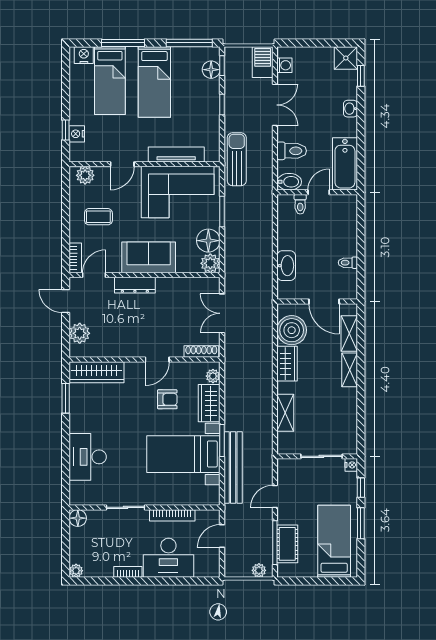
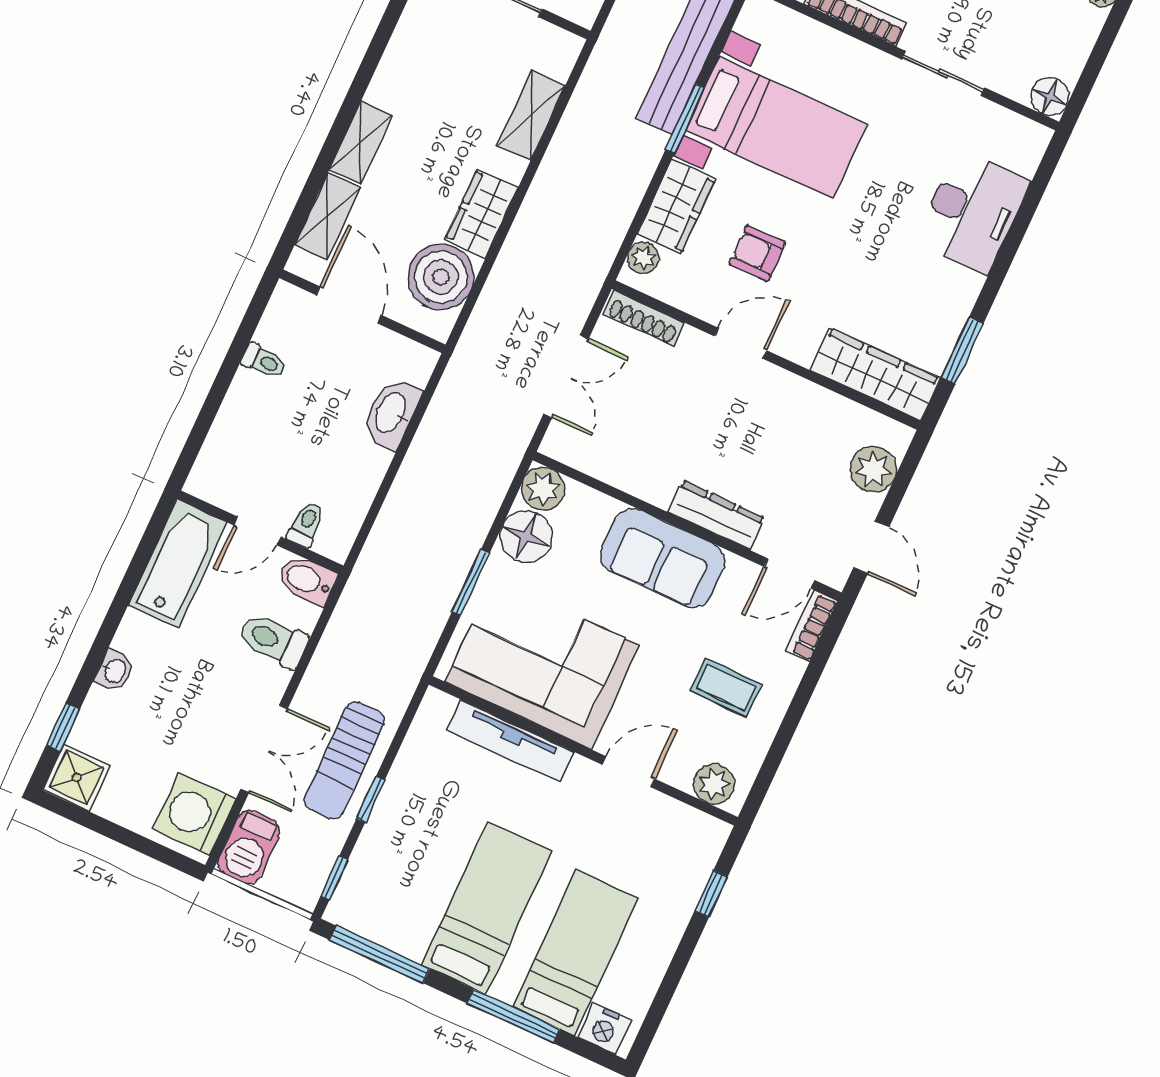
washing machine: (284, 65) -> (194, 814), width x1.89, depth x1.89
floor lamp: (211, 70) -> (360, 880), removed
double door: (275, 105) -> (264, 749), swing flipped
nightstand: (77, 134) -> (692, 876), removed
sun lounger: (237, 159) -> (344, 760), moved

